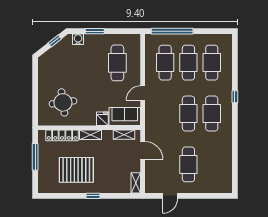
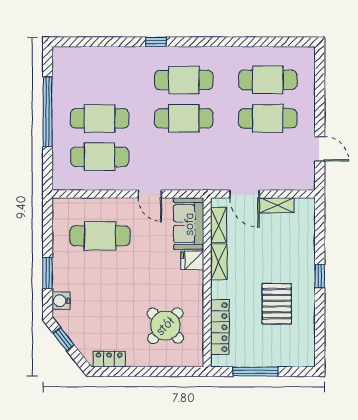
window: (172, 31) -> (48, 112), moved
cafe table: (212, 63) -> (268, 80), moved
locker: (43, 68) -> (109, 359), added
round table: (63, 102) -> (165, 326), turned -38
shelving: (90, 135) -> (219, 262), moved
door: (143, 150) -> (244, 194), swing flipped
pallet: (76, 170) -> (277, 304), width x0.73, depth x0.71
shelving: (136, 183) -> (277, 205), moved

